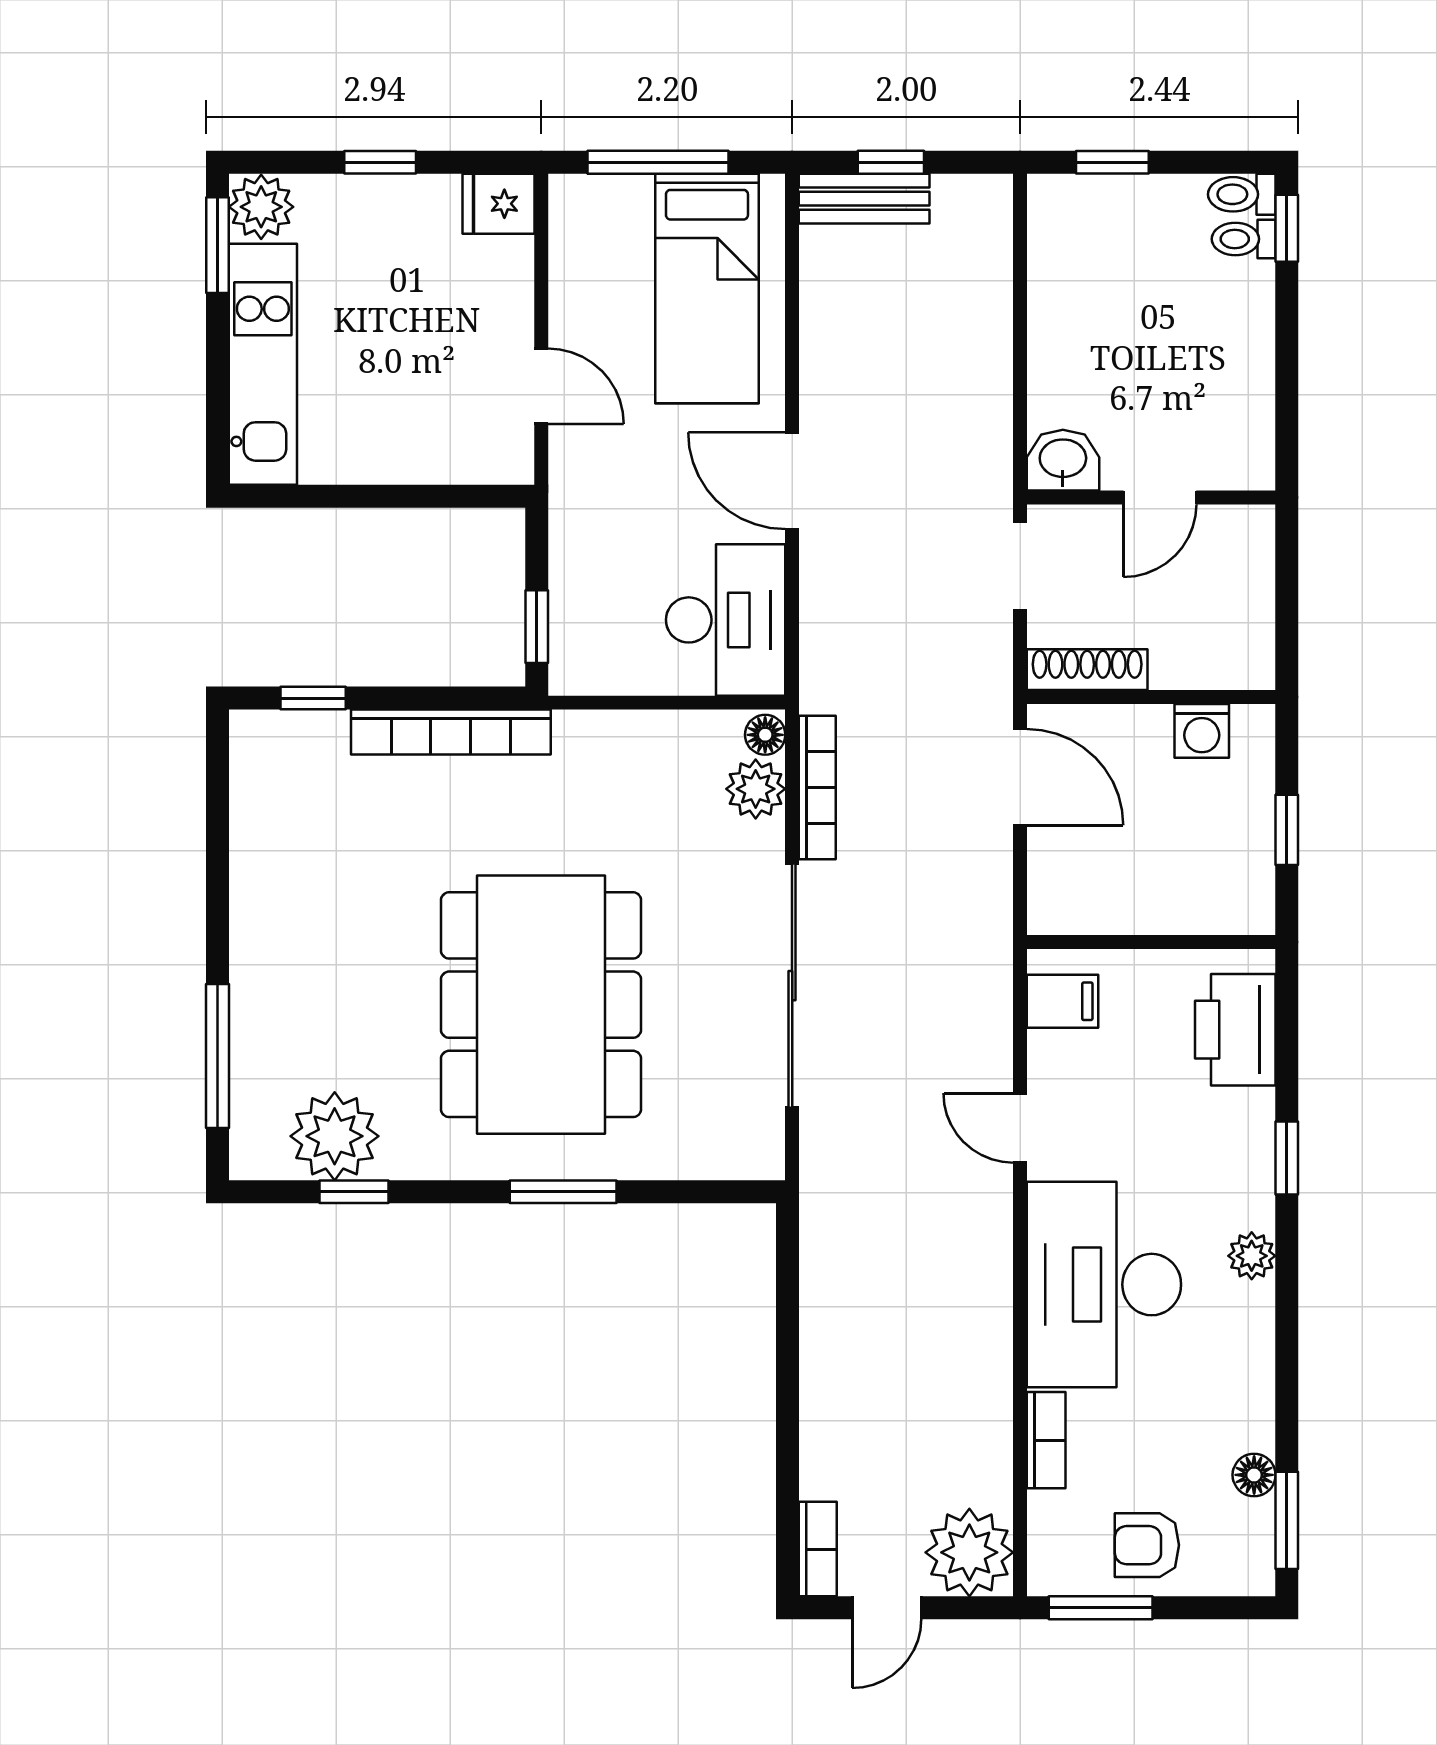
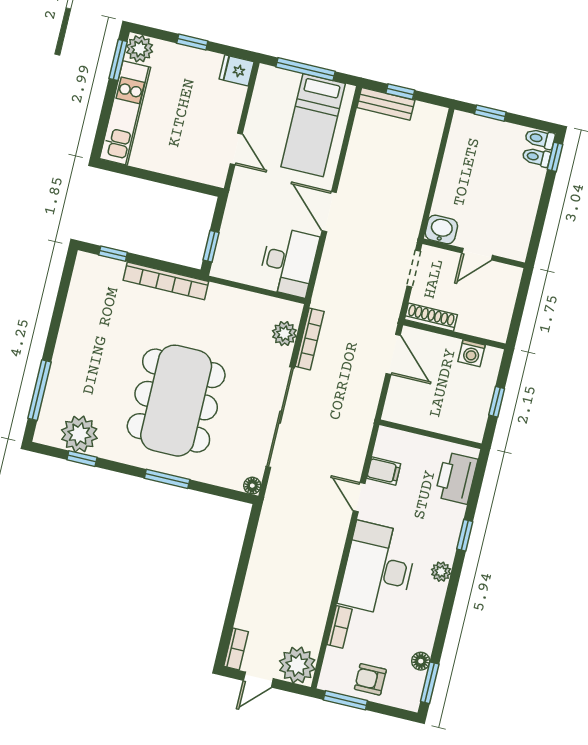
floor lamp: (765, 735) -> (252, 486), moved
filing cabinet: (1062, 1001) -> (384, 471), moved

